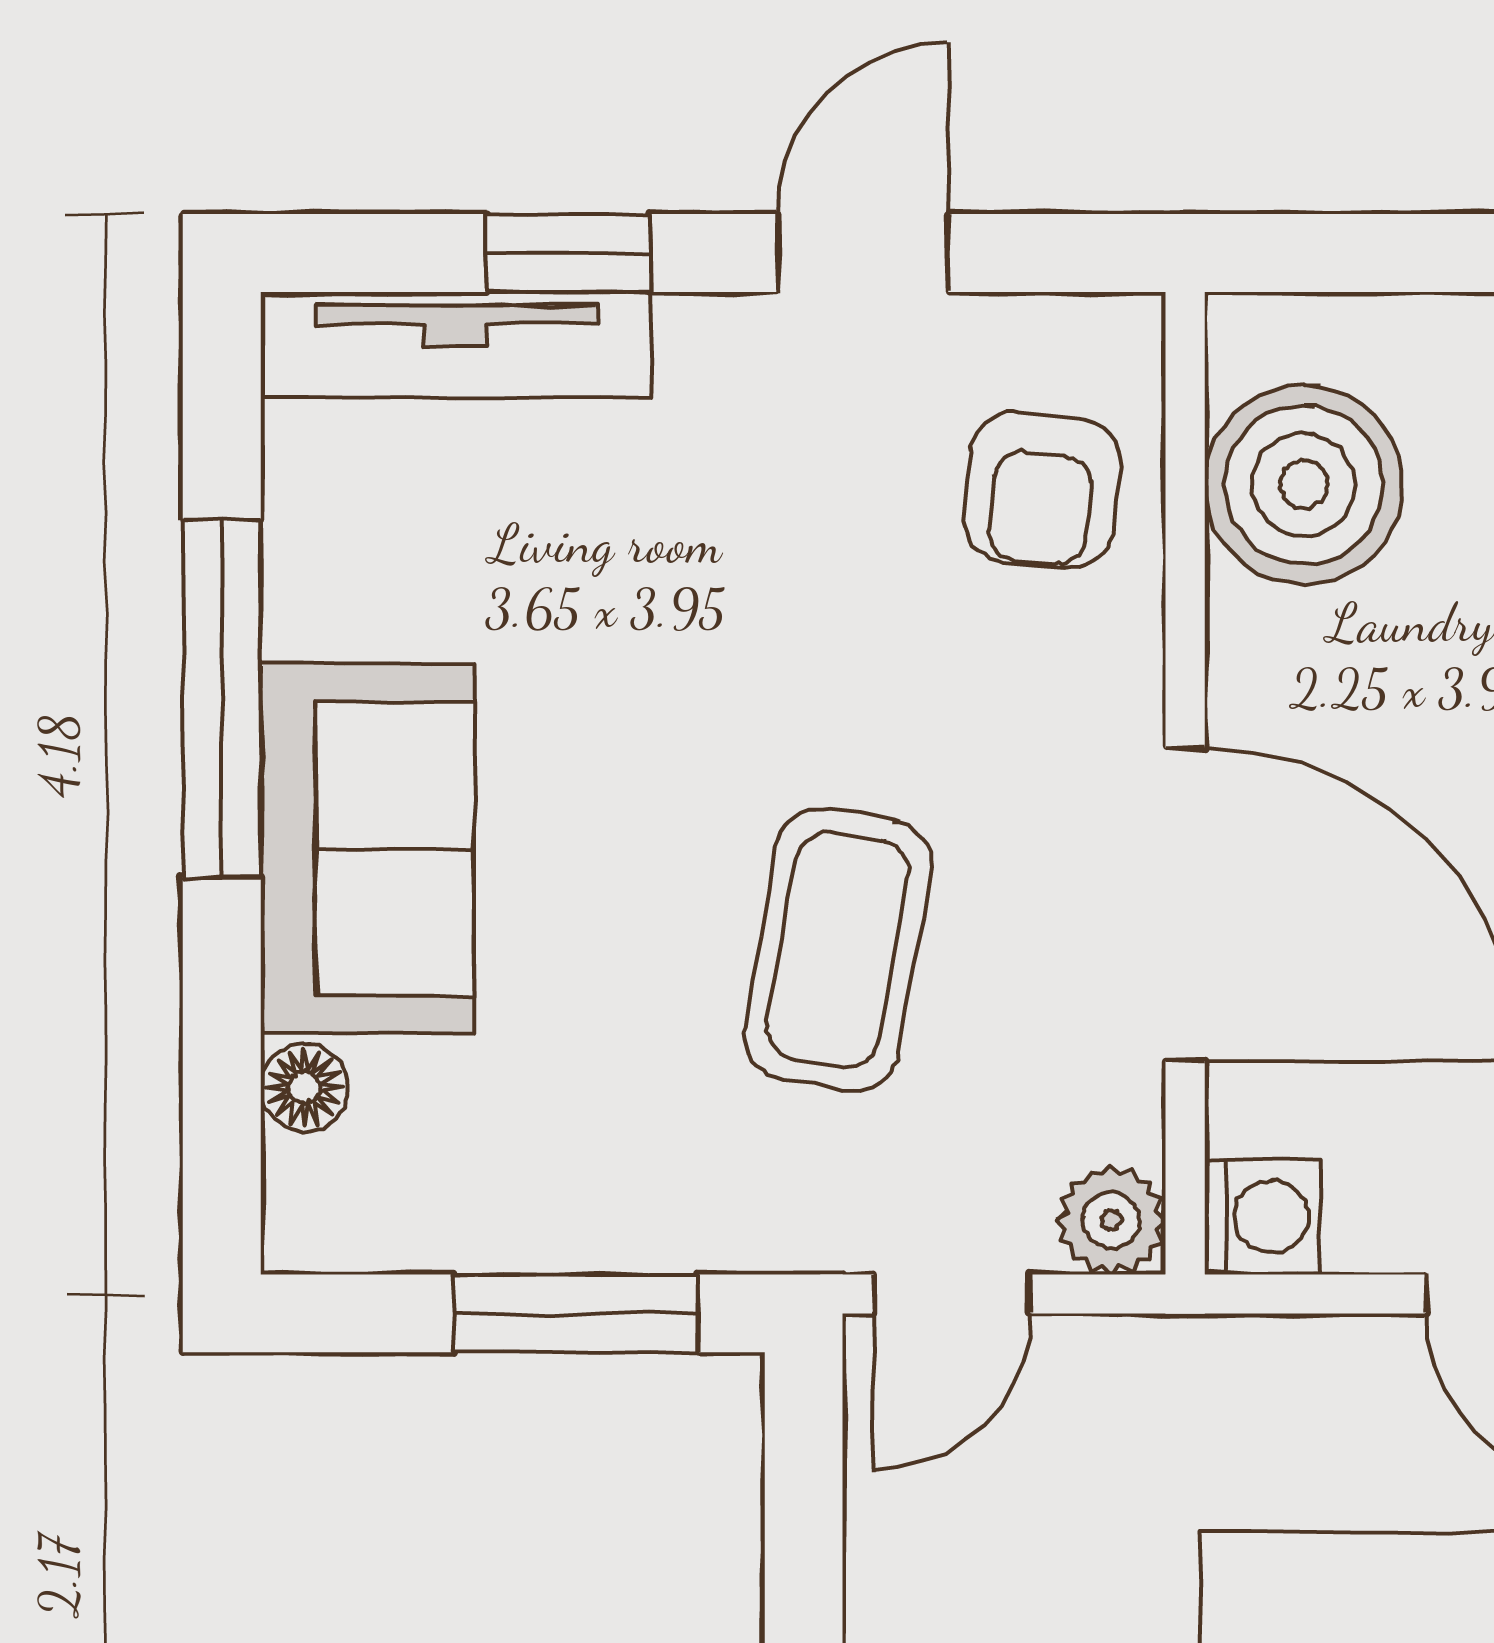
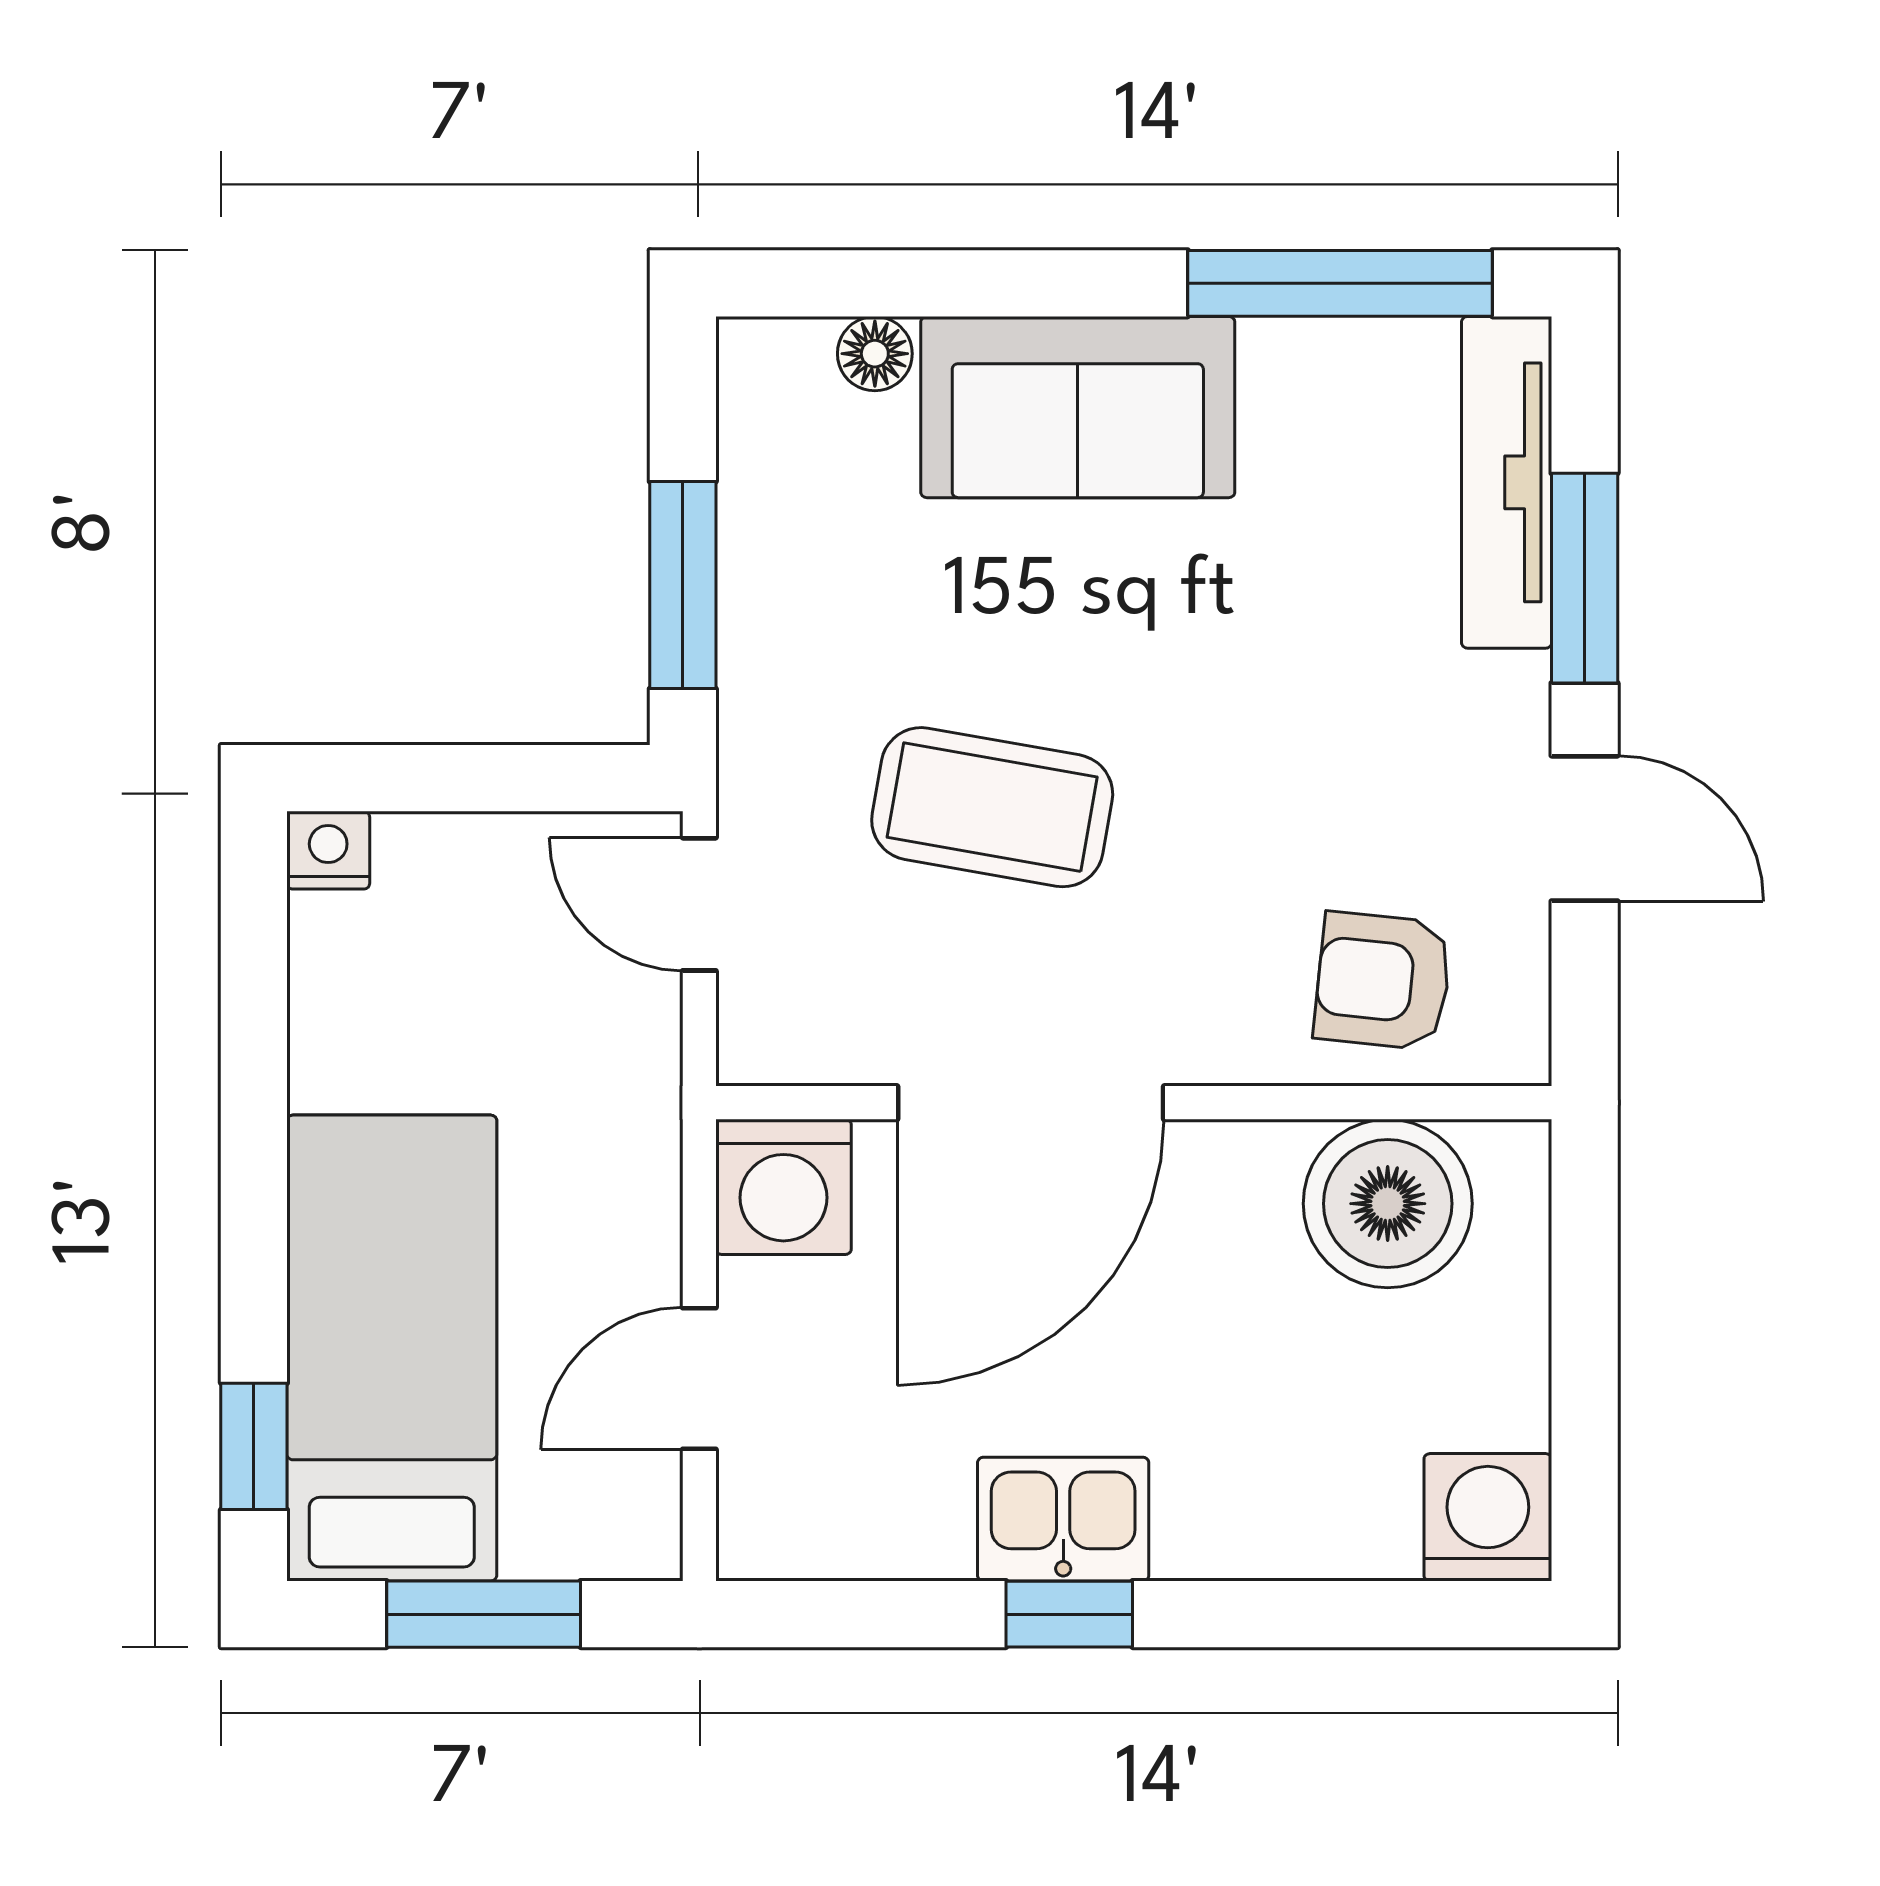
window: (568, 253) -> (1585, 578), width x1.50
window: (222, 699) -> (1340, 283), moved
washing machine: (1262, 1217) -> (783, 1187), width x1.38, depth x1.38
plant: (1111, 1220) -> (762, 1040), removed

